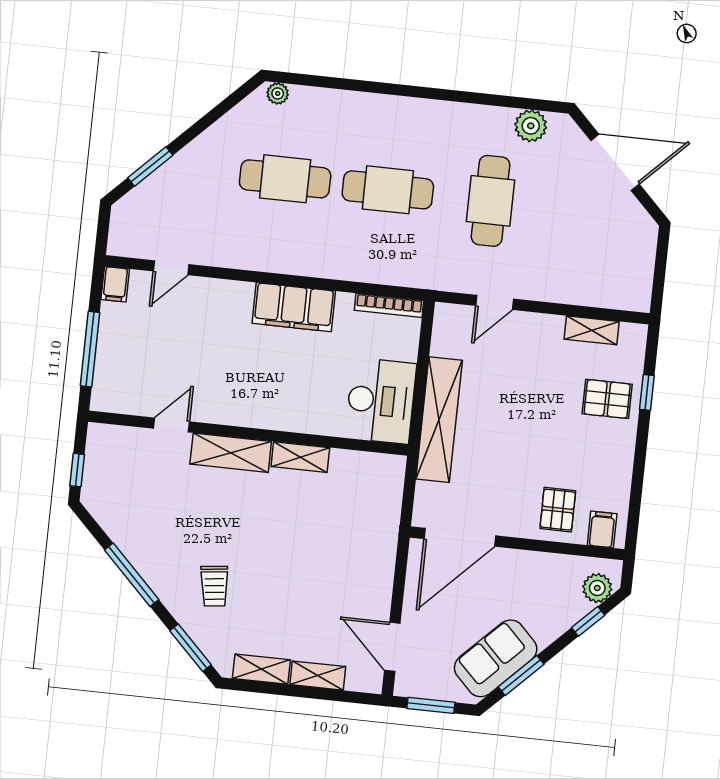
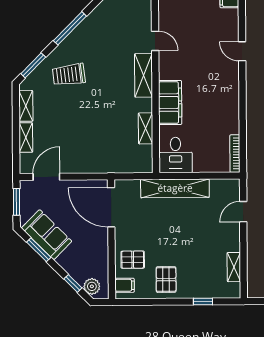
door: (171, 268) -> (242, 51), moved
door: (495, 302) -> (243, 212), hinge flipped
filing cabinet: (294, 307) -> (170, 103), moved, turned 180
pallet: (607, 399) -> (166, 280), moved
desk: (381, 401) -> (176, 155), width x0.73
shelving: (300, 457) -> (146, 128), moved
trolley: (214, 586) -> (69, 75), width x1.36, depth x1.39

